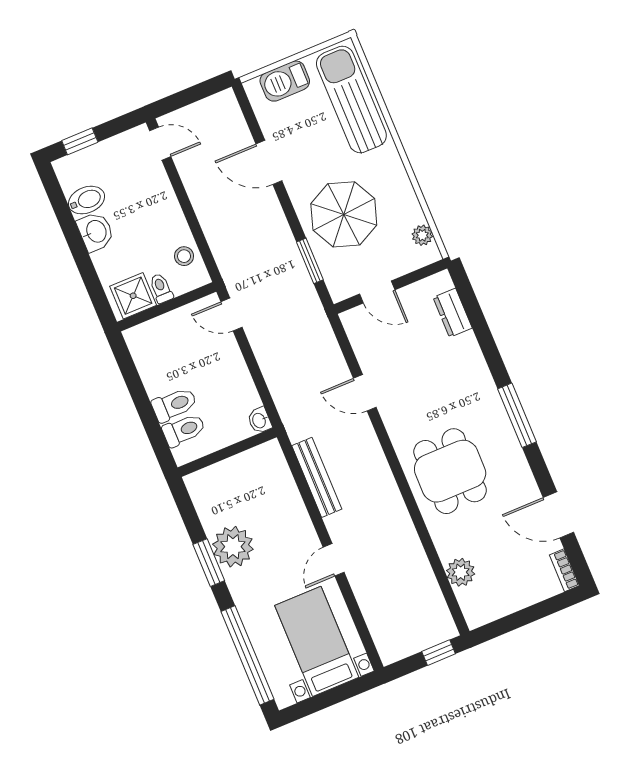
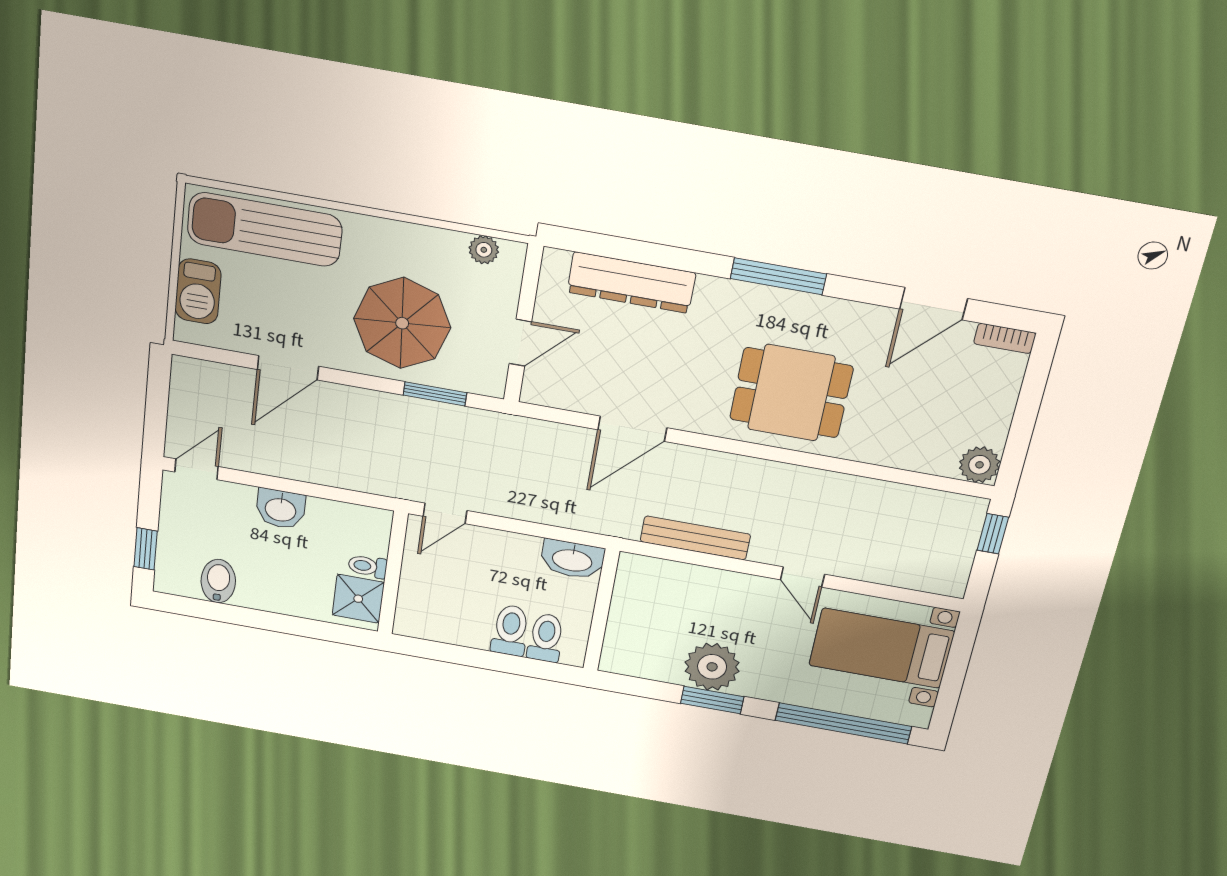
washbasin: (96, 232) -> (281, 509), moved, turned 180
stool: (184, 256) -> (345, 522), removed
dresser: (453, 313) -> (631, 283), width x1.96, depth x1.24
door: (365, 393) -> (632, 429), width x1.38
washbasin: (260, 420) -> (572, 559), width x1.91, depth x1.45
plant: (461, 572) -> (980, 465), moved

